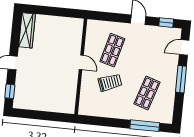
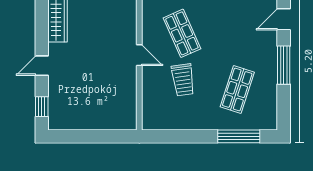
shop shelf: (112, 50) -> (182, 33), turned -39
trolley: (110, 83) -> (183, 80), turned 103

